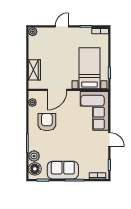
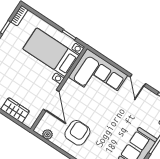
armchair: (47, 122) -> (77, 133), turned 90
door: (109, 140) -> (138, 80), swing flipped

